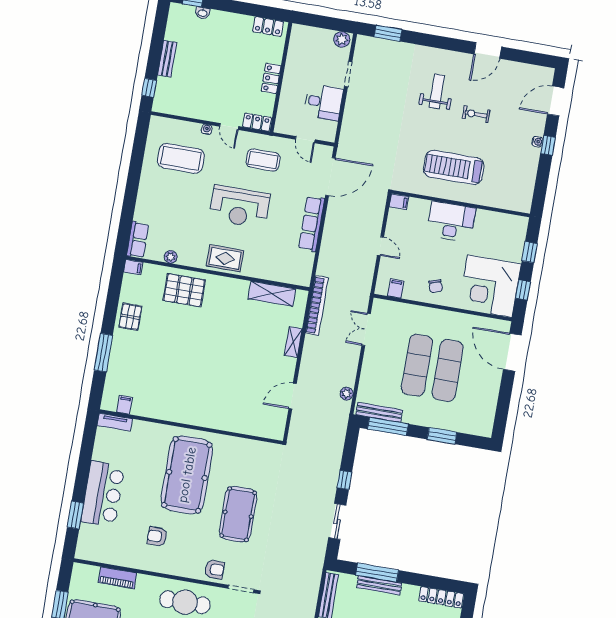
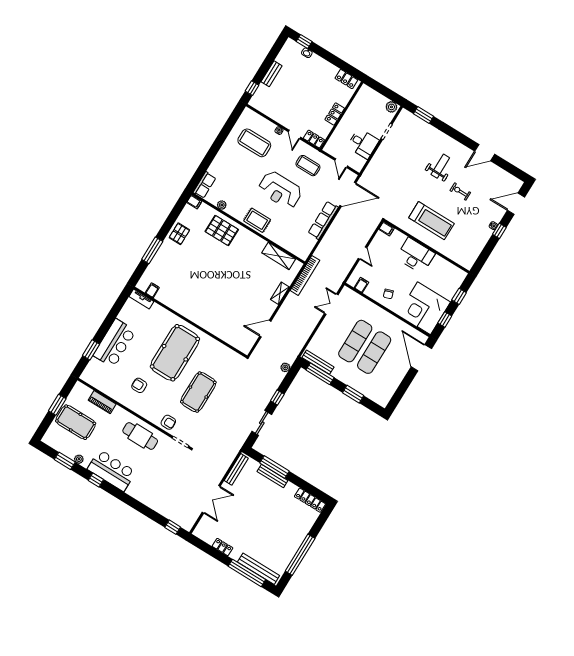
treadmill: (454, 167) -> (431, 221), turned 180
plant: (347, 394) -> (285, 367), moved

